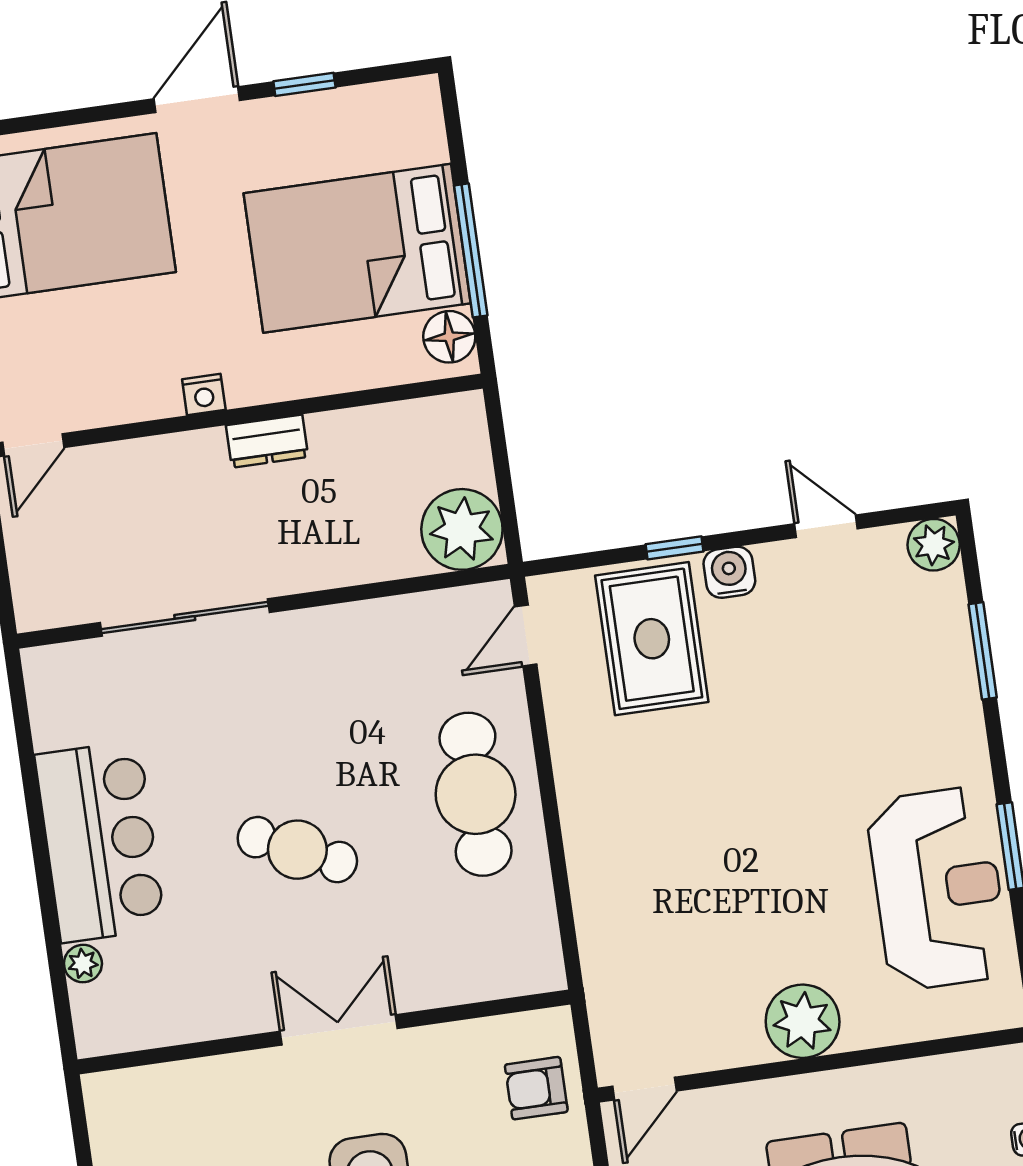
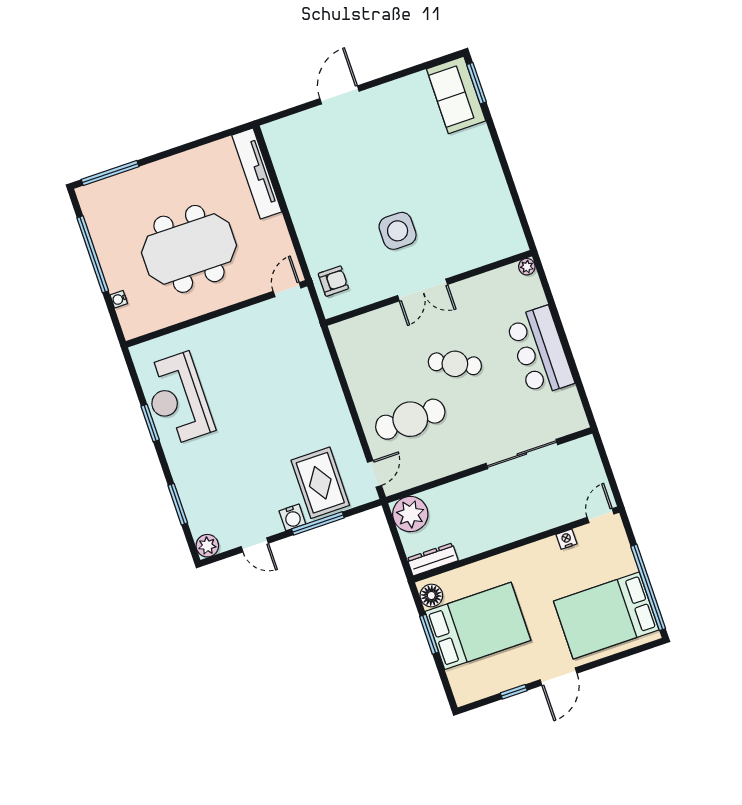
window: (471, 250) -> (429, 634), width x0.69
nightstand: (204, 394) -> (567, 539), moved
dresser: (267, 441) -> (433, 559), moved, width x1.44
window: (675, 548) -> (318, 523), width x2.17
cafe table: (476, 794) -> (410, 419), moved, turned 90
plant: (83, 964) -> (527, 267), moved
plant: (803, 1021) -> (225, 331), removed

